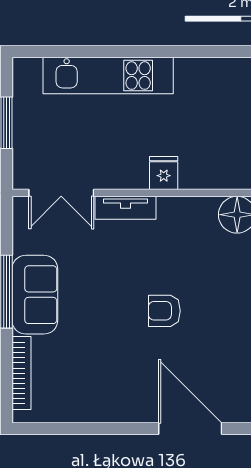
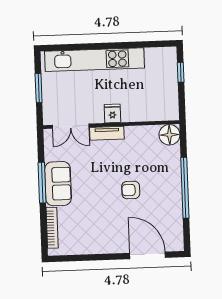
kitchen unit: (108, 76) -> (95, 60), width x1.36
fridge: (164, 173) -> (112, 113), moved

